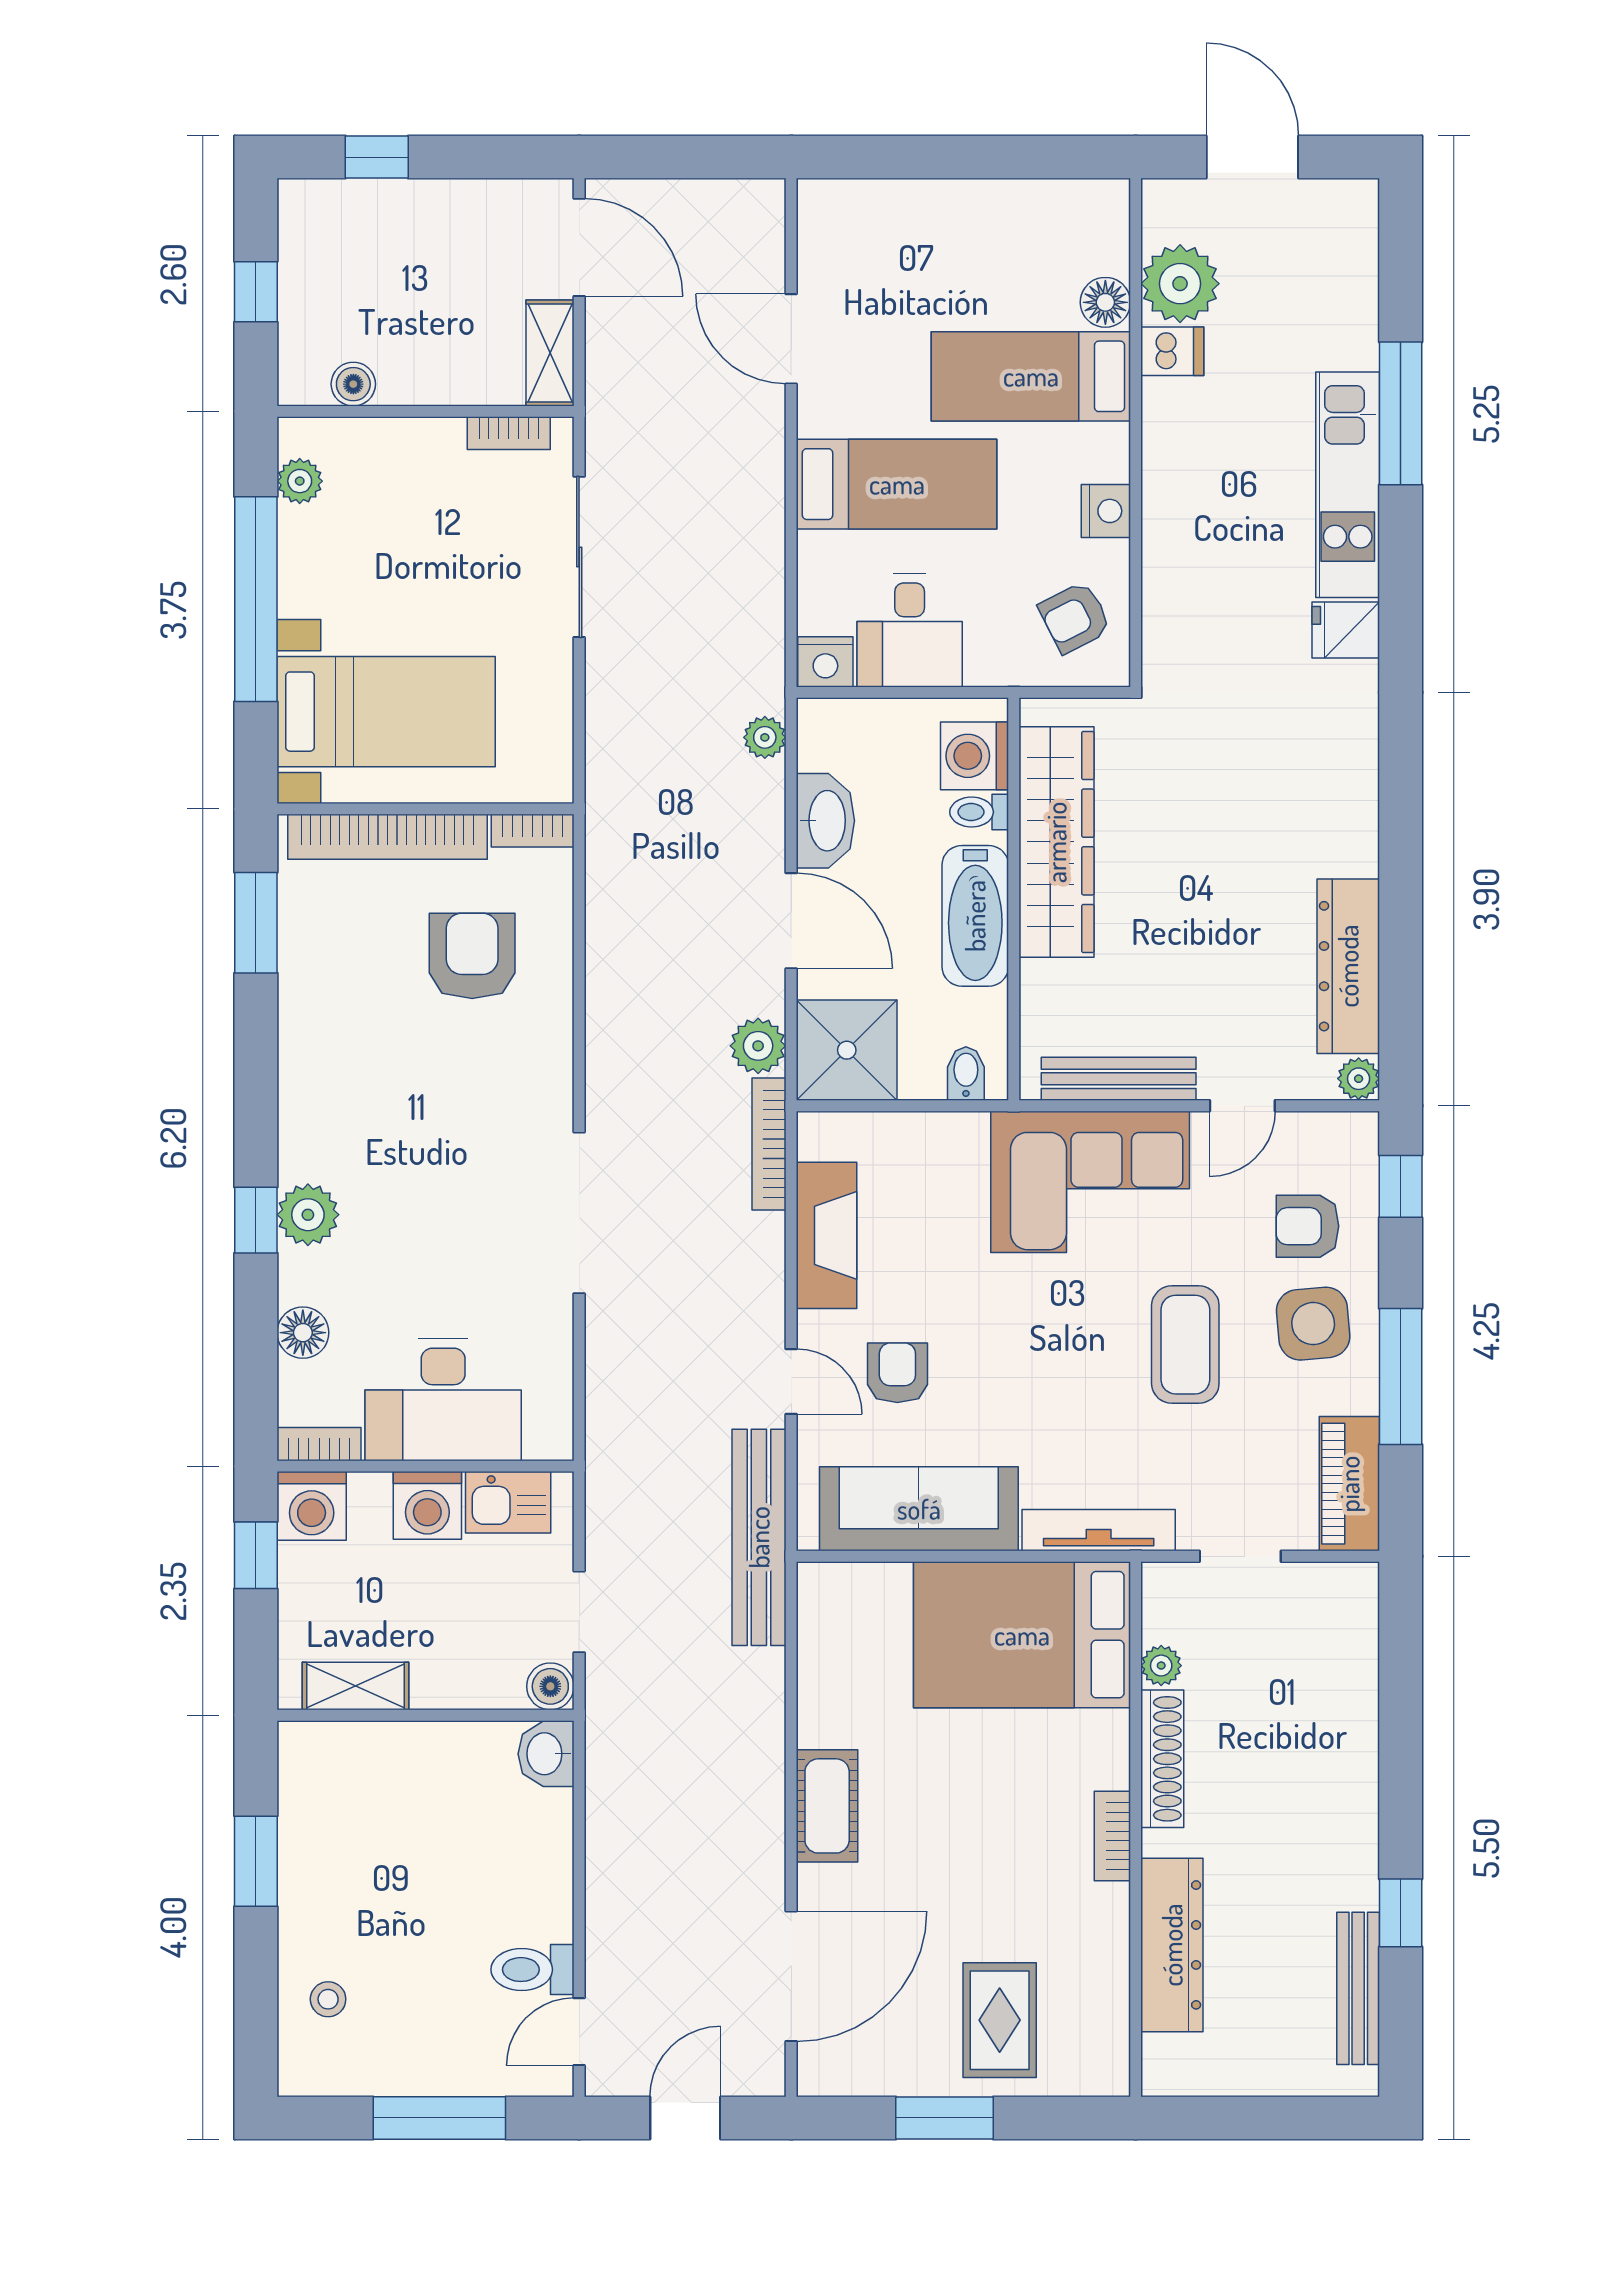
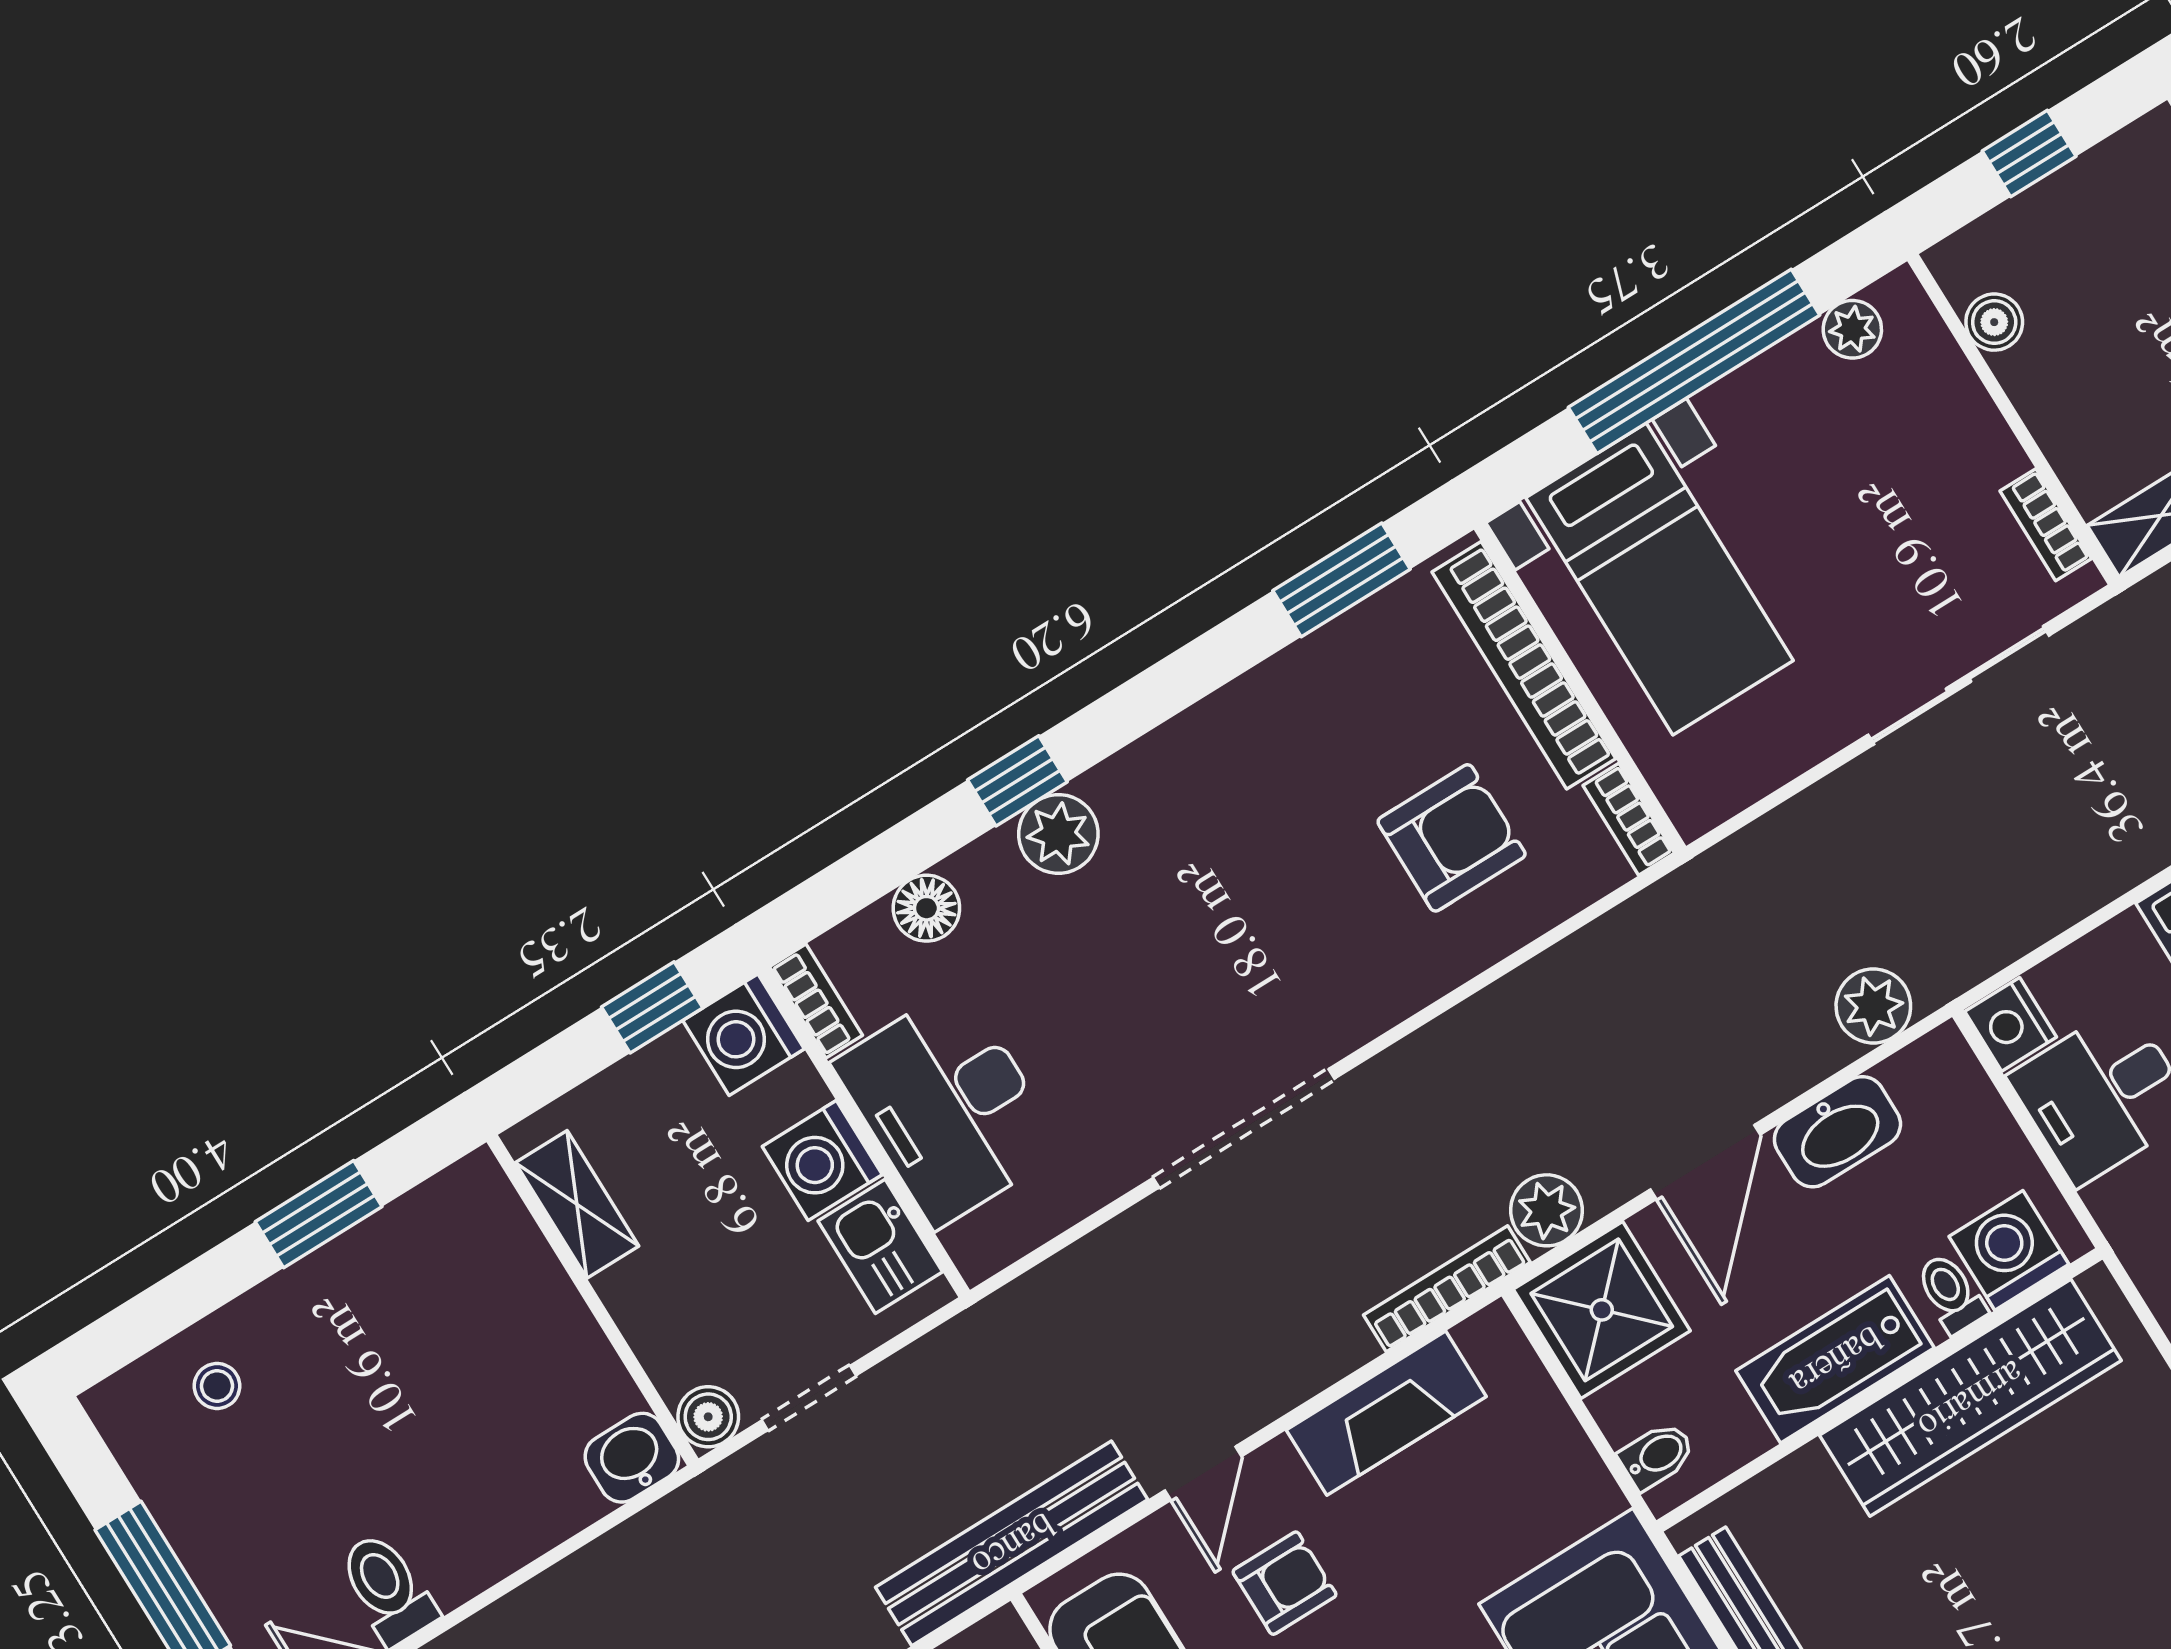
plant: (765, 737) -> (1873, 1006), width x1.38, depth x1.38

